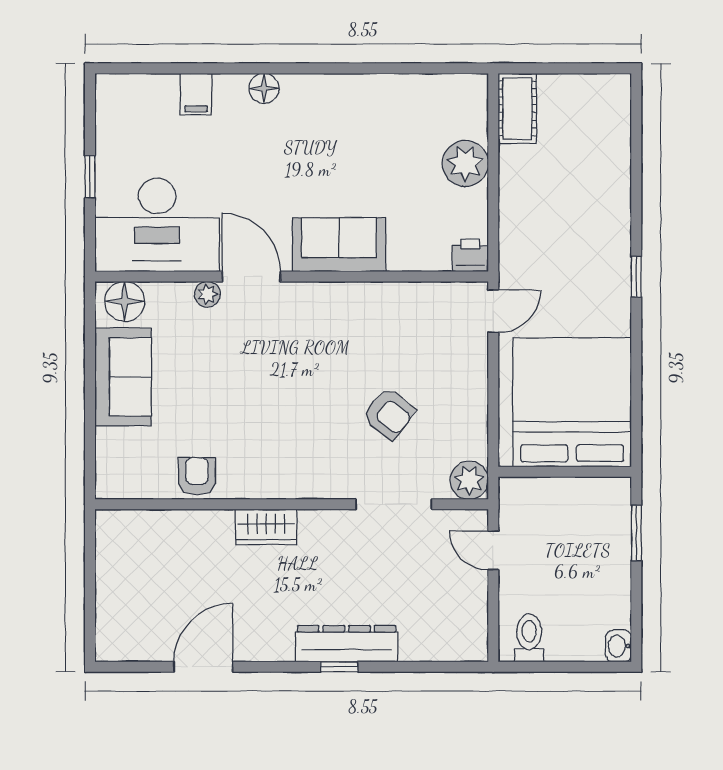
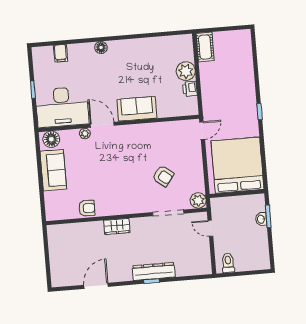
filing cabinet: (196, 94) -> (61, 53), moved
printer: (470, 255) -> (190, 89), moved, turned -90
armchair: (197, 476) -> (87, 208), turned 92
washbasin: (619, 646) -> (261, 219), moved

